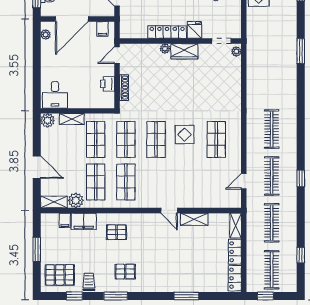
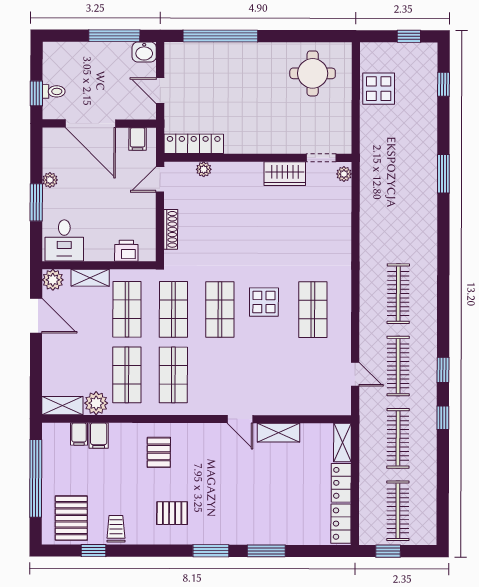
door: (72, 19) -> (90, 124), hinge flipped
fridge: (194, 30) -> (279, 141), removed
locker: (167, 32) -> (194, 144), moved
plant: (46, 35) -> (50, 180), moved
plant: (165, 49) -> (204, 169), moved
wardrobe: (184, 51) -> (285, 174), moved
window: (37, 70) -> (36, 202), added
printer: (108, 84) -> (126, 251), moved, turned 90
door: (37, 167) -> (36, 316), moved
door: (244, 181) -> (355, 374), swing flipped
filing cabinet: (84, 221) -> (99, 436), width x0.50
pallet: (117, 232) -> (159, 452), turned 90
window: (37, 249) -> (36, 478), width x2.11
window: (301, 255) -> (443, 418), moved
pallet: (60, 275) -> (71, 518), turned 90
window: (116, 296) -> (211, 551), moved

